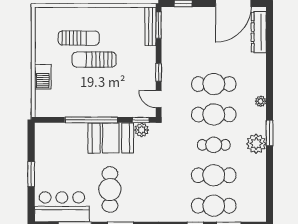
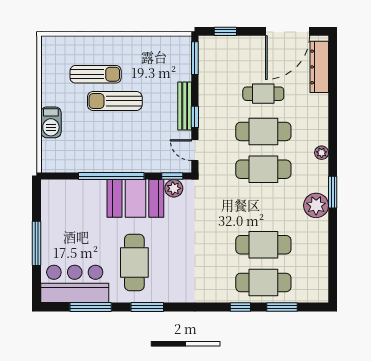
bench: (150, 26) -> (185, 106), moved
cafe table: (214, 145) -> (263, 94), moved
window: (31, 174) -> (36, 243), width x1.44

